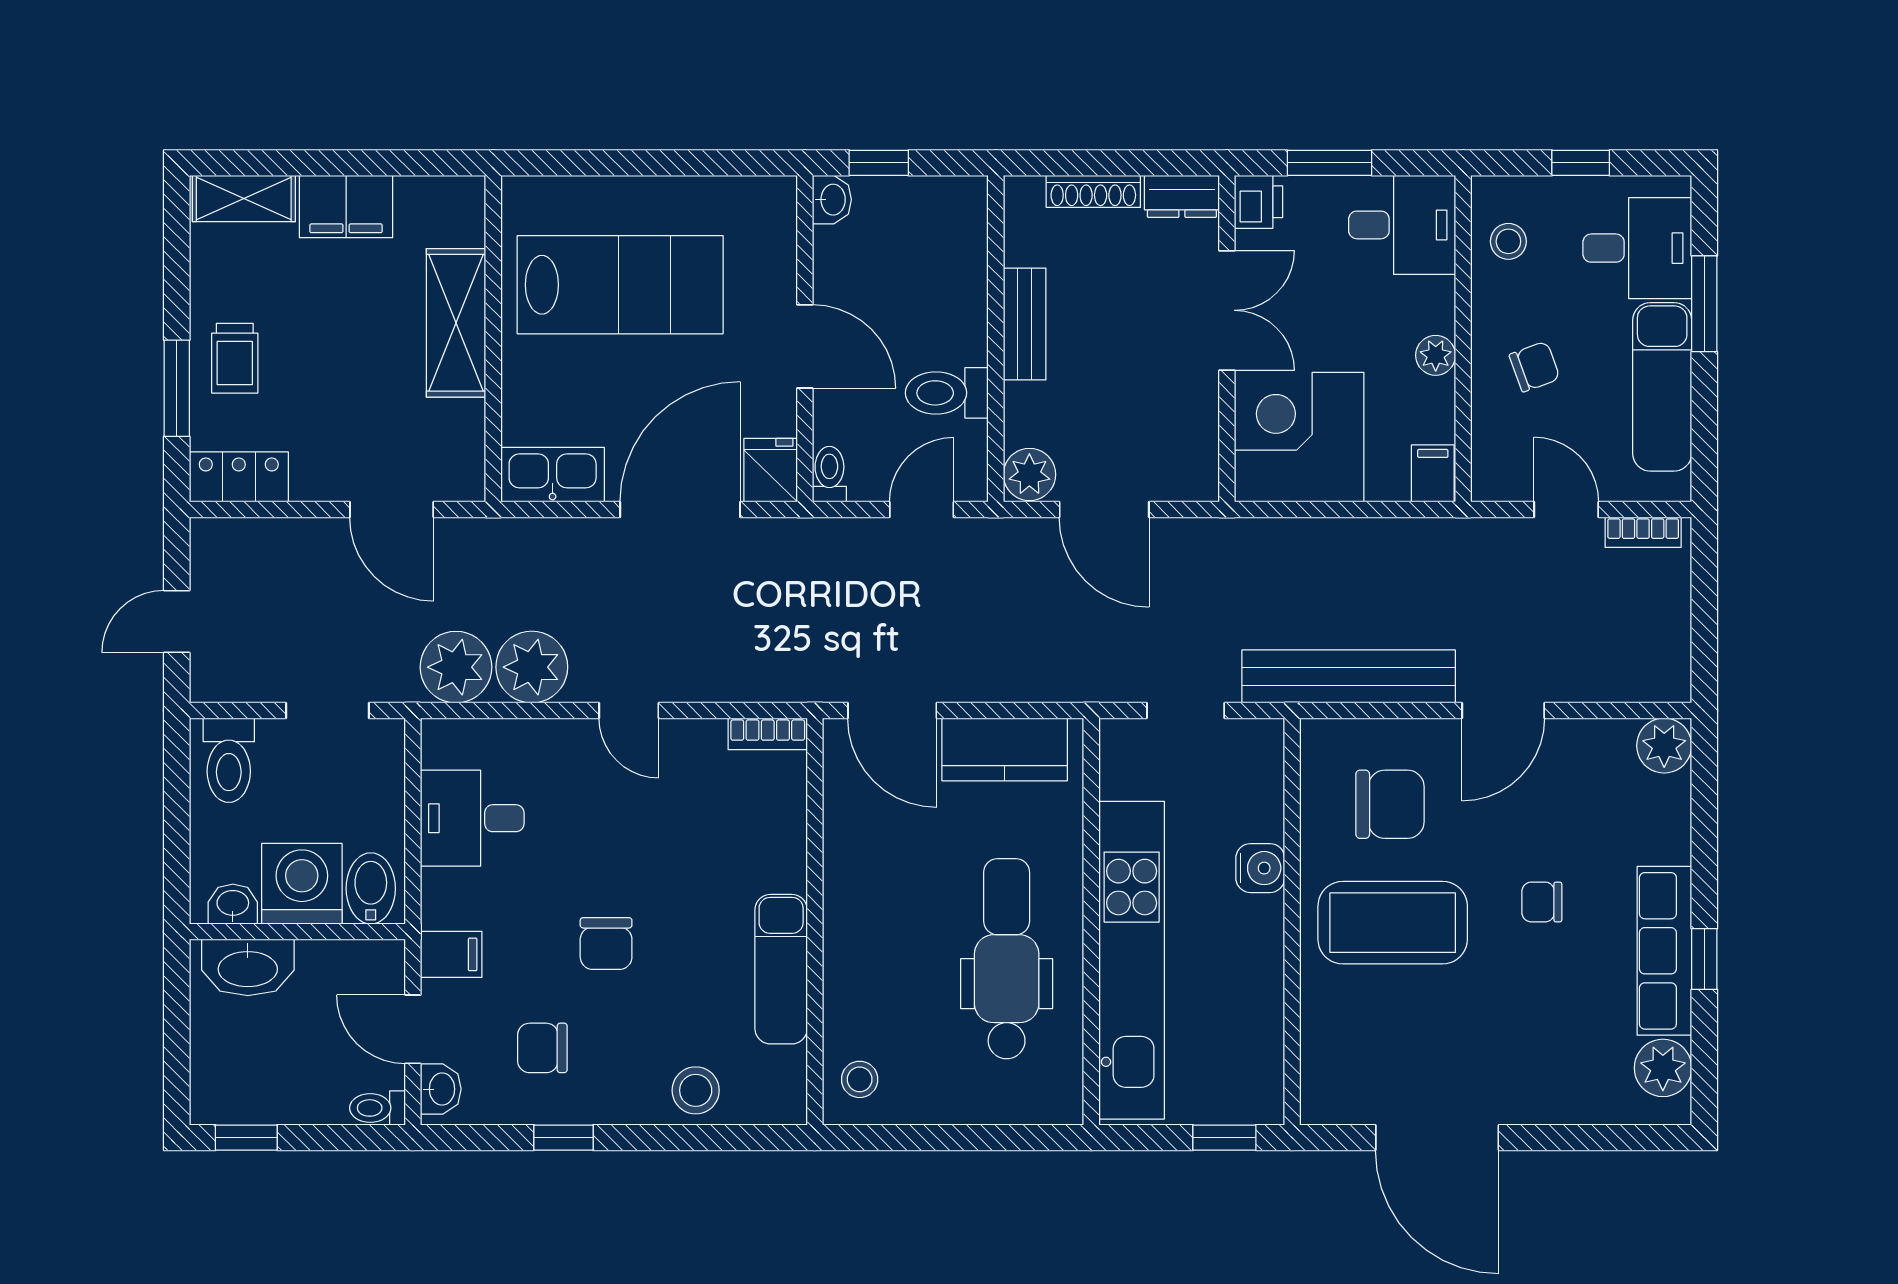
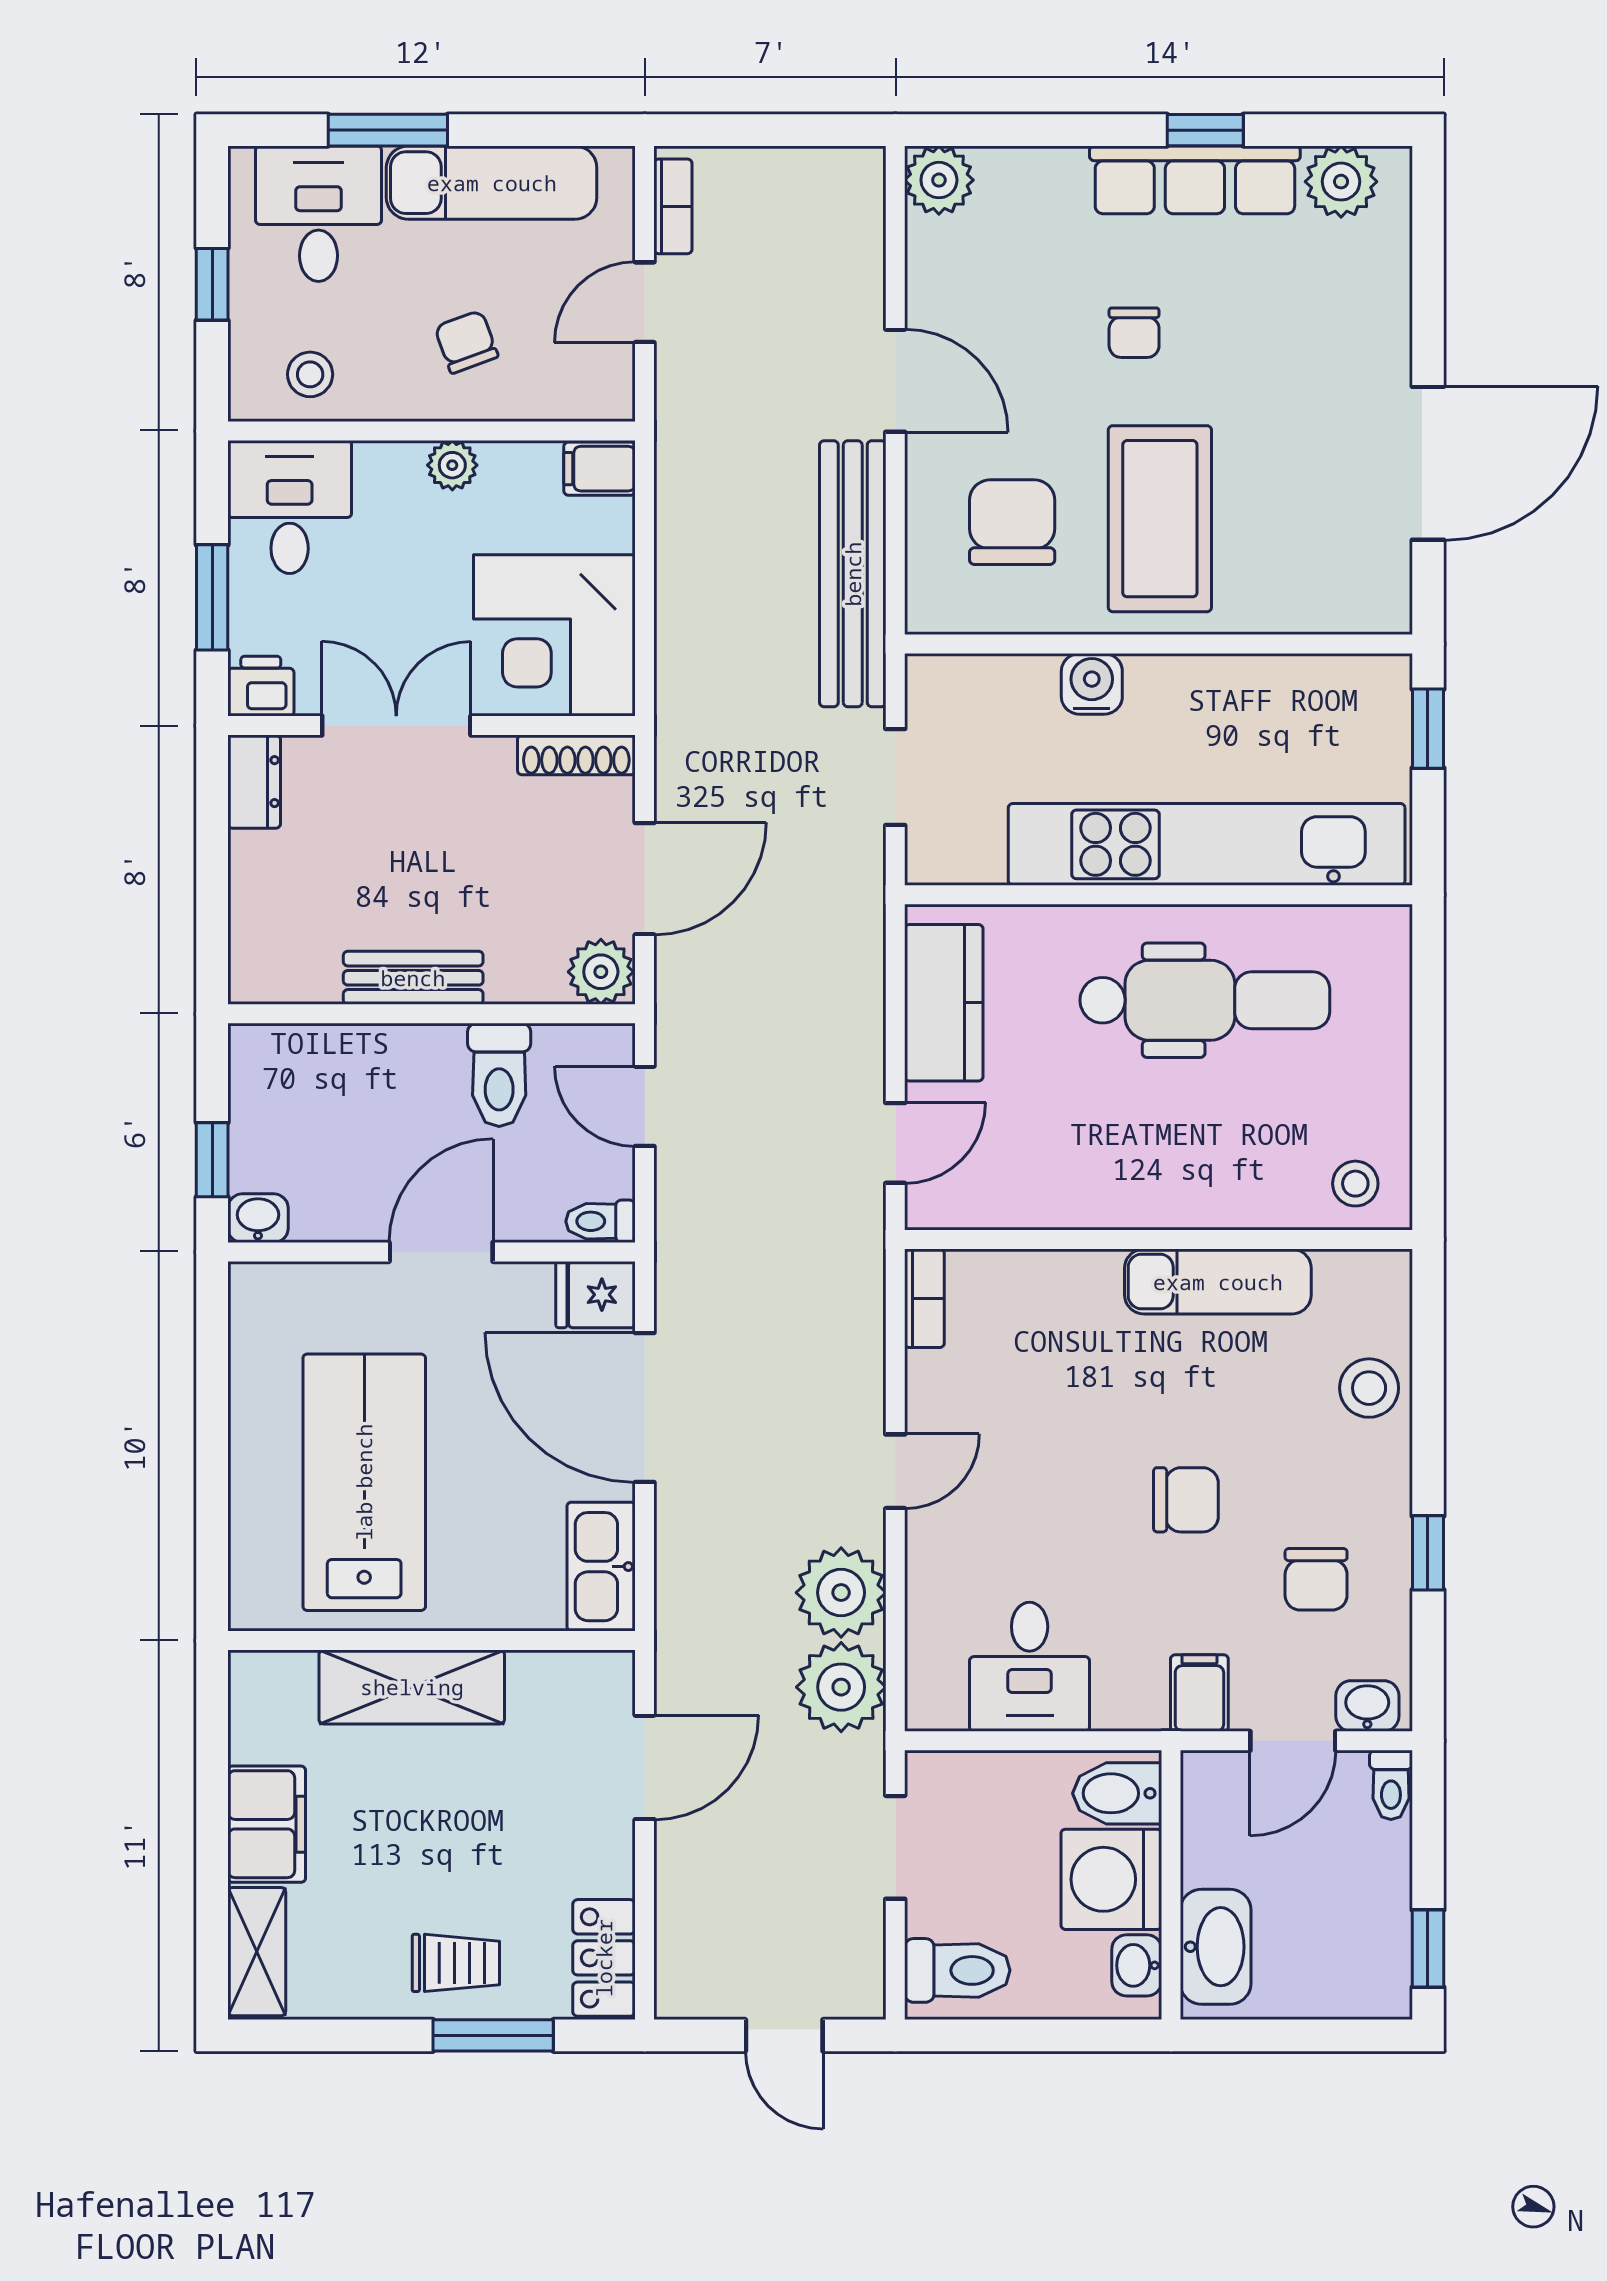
shoe rack: (1093, 191) -> (576, 755), moved, turned 90
door: (892, 711) -> (895, 1143), width x0.73
dental chair: (1007, 959) -> (1205, 1000), turned 180

